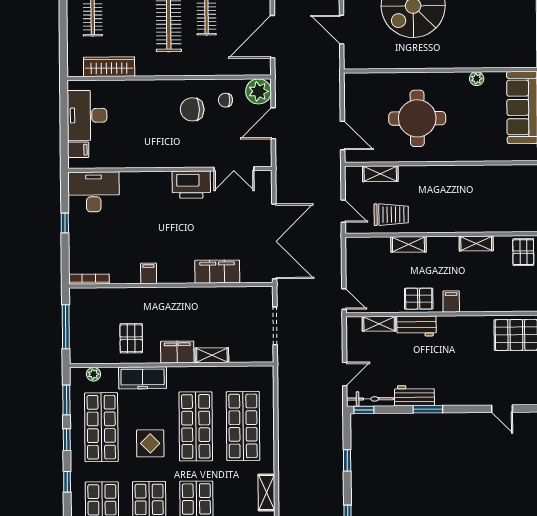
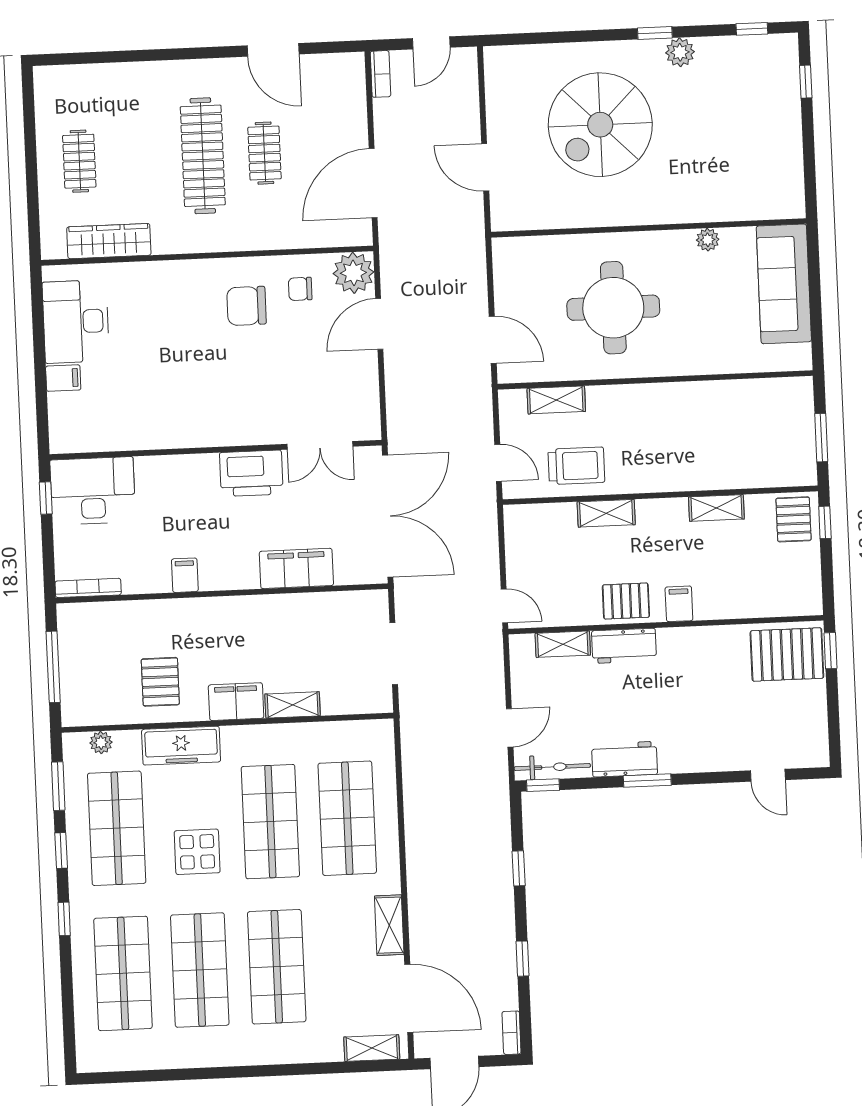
wall: (170, 169) -> (216, 450), moved
double door: (234, 169) -> (320, 445), moved
printer: (191, 185) -> (251, 473), moved
desk: (94, 192) -> (93, 491), moved

